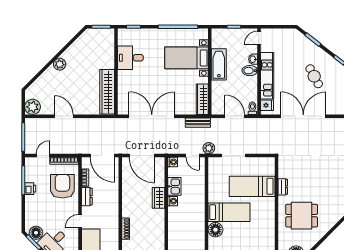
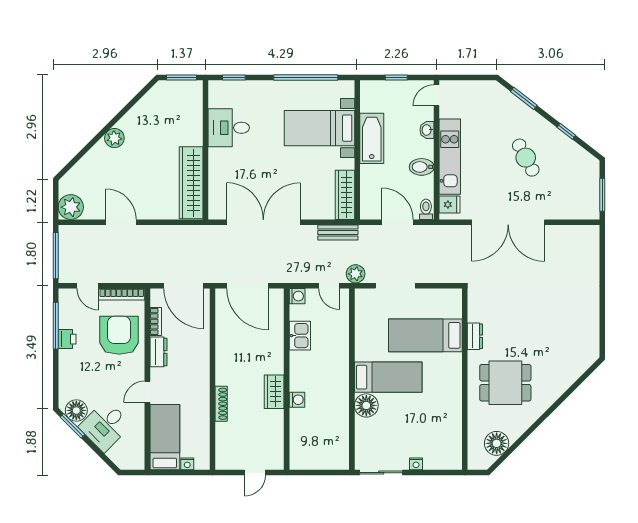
bidet: (250, 71) -> (422, 167), moved
double door: (303, 116) -> (508, 222), swing flipped
door: (43, 156) -> (88, 286), swing flipped
wardrobe: (158, 198) -> (274, 392), moved
washing machine: (173, 201) -> (297, 400), moved

